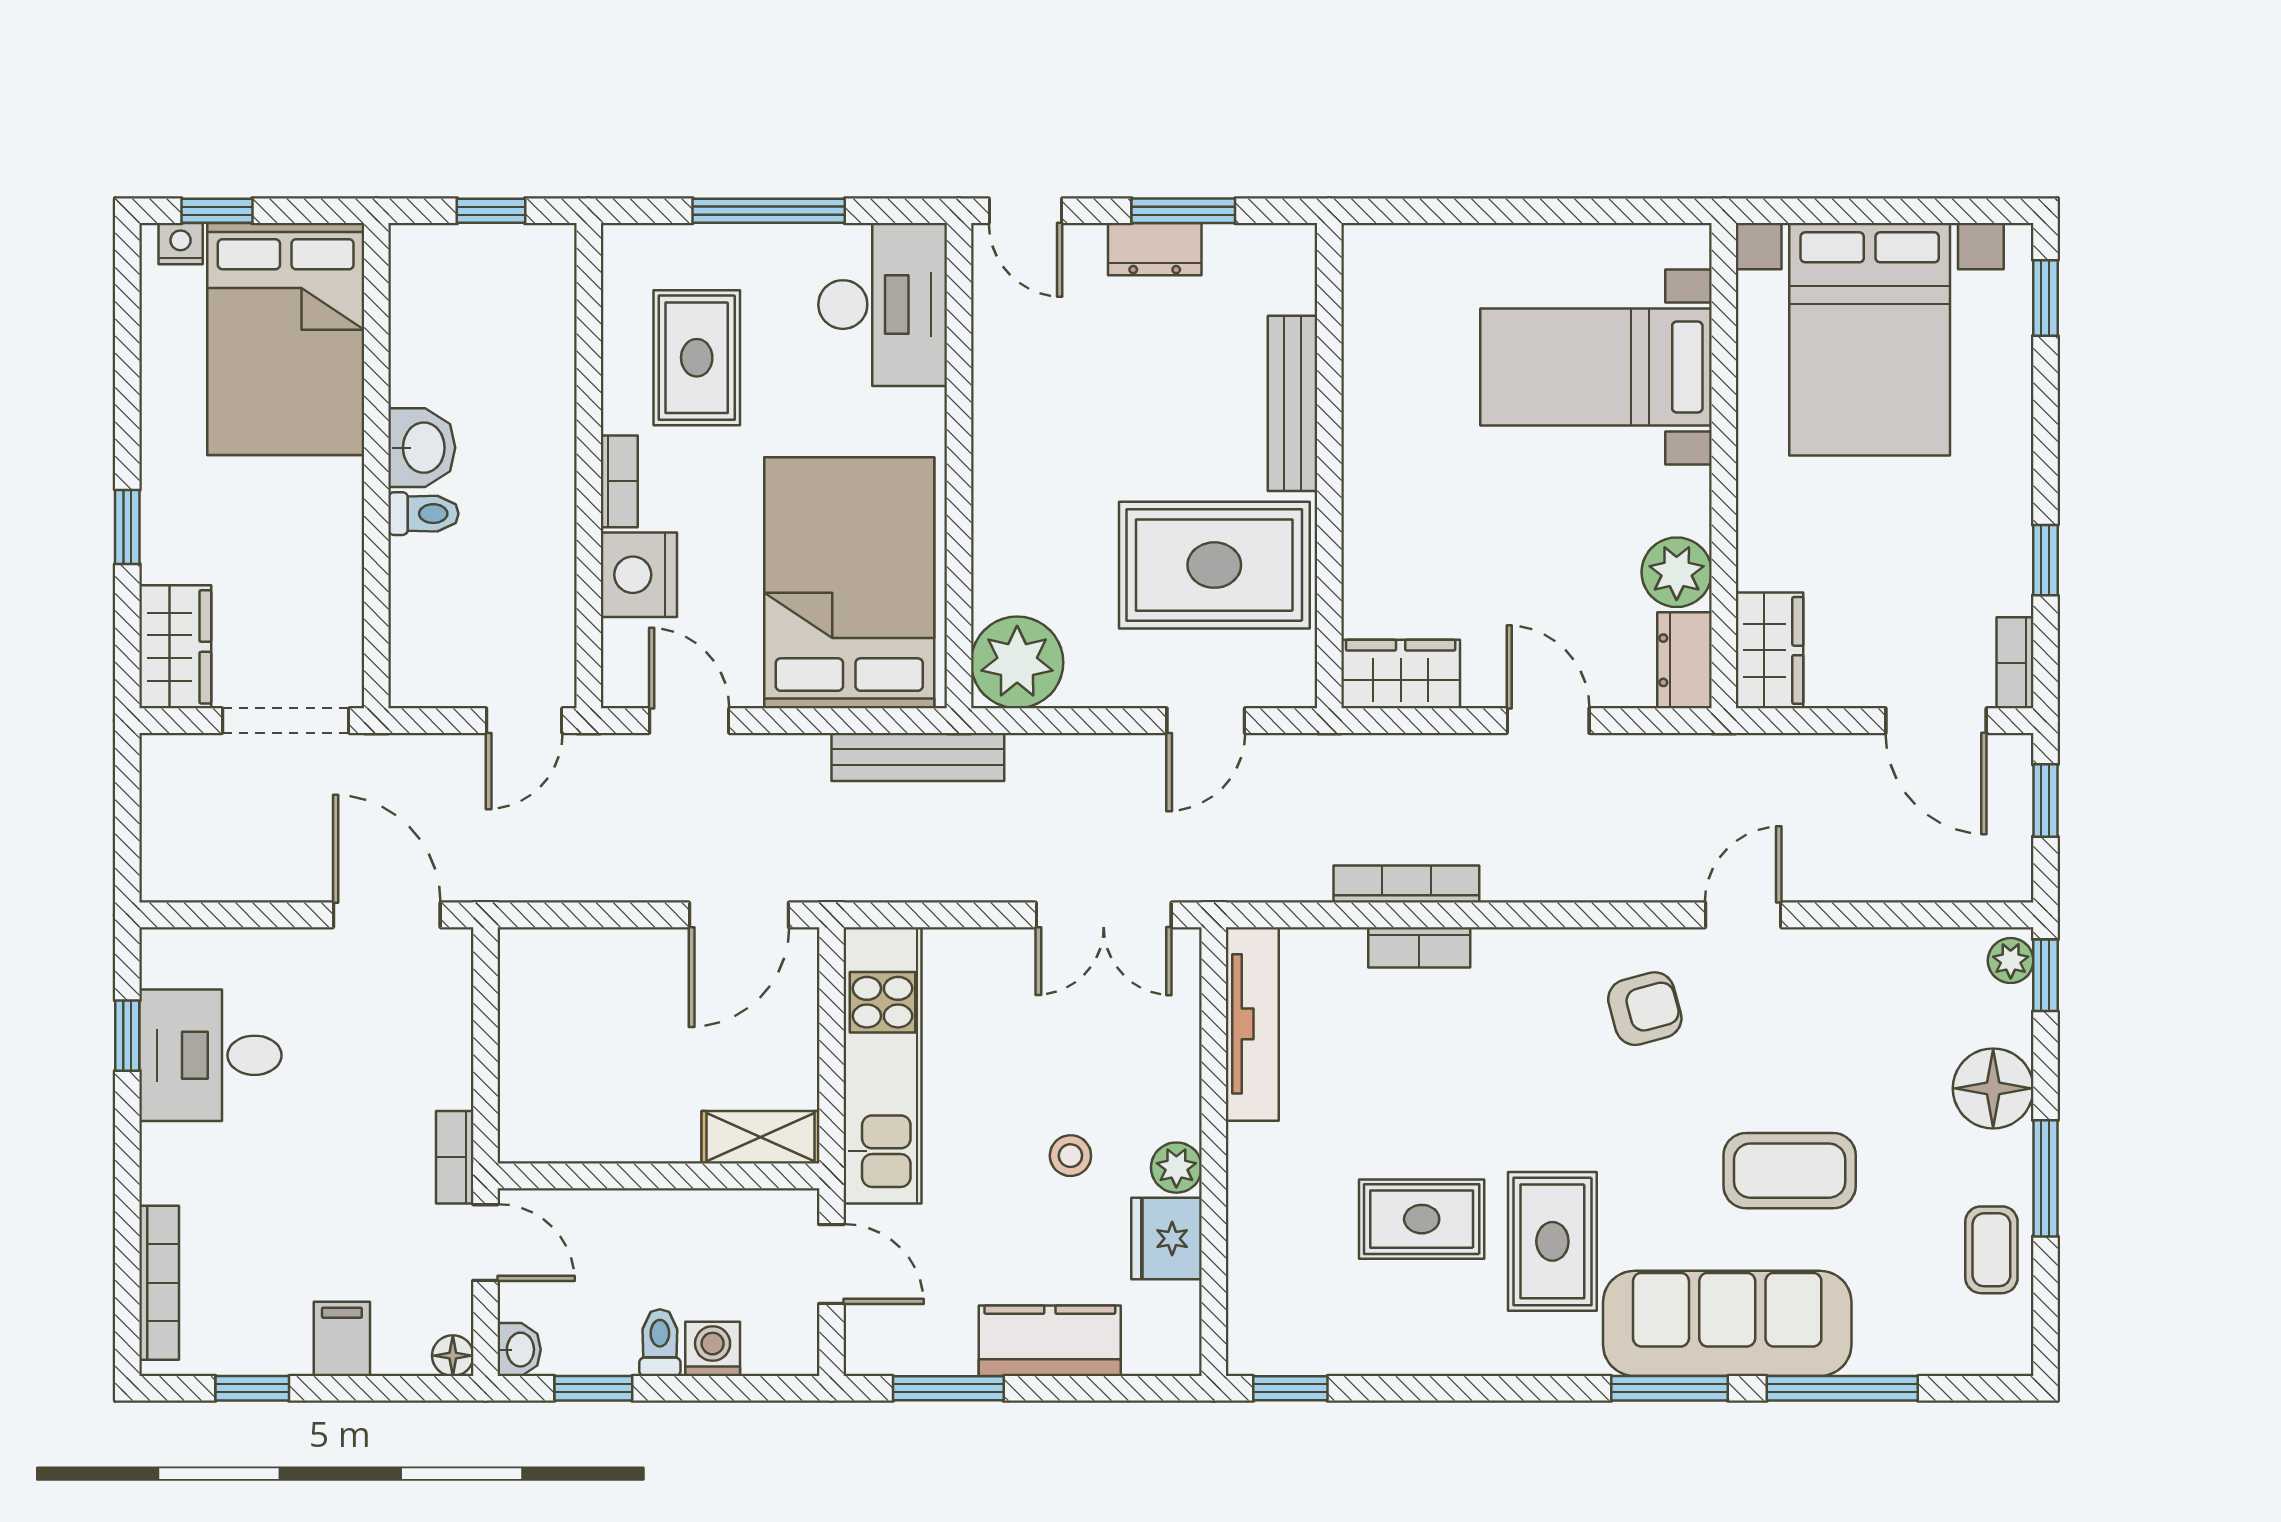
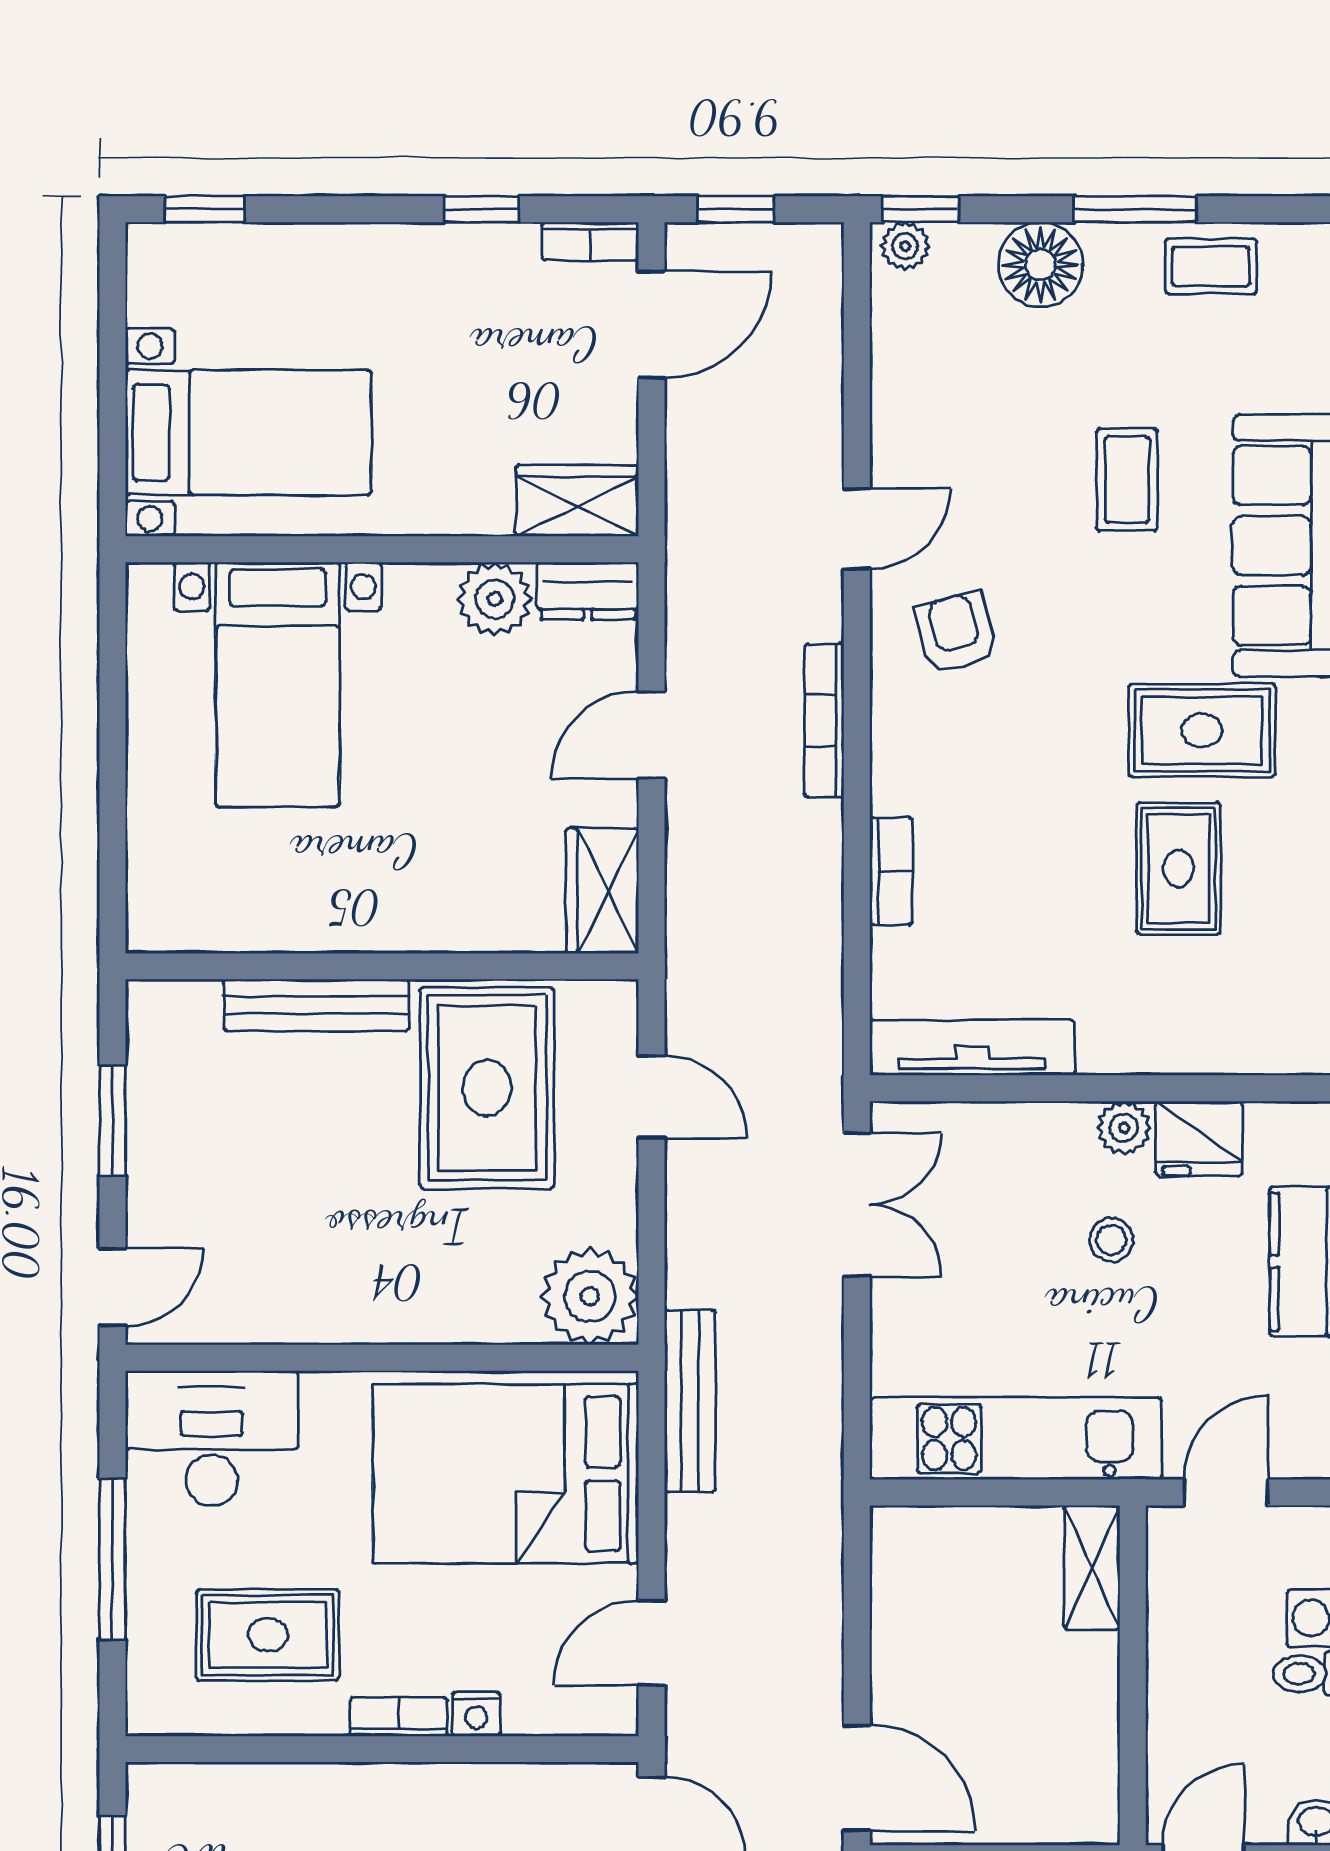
dresser: (1155, 249) -> (153, 1151), removed
bed with nightstands: (1870, 339) -> (248, 432), width x0.73
nightstand: (639, 575) -> (476, 1714), width x0.53, depth x0.56
bookcase: (1406, 884) -> (824, 720), moved
door: (739, 915) -> (857, 1778), moved
door: (1743, 915) -> (857, 529), swing flipped
coffee table: (1790, 1171) -> (1127, 480), width x0.73, depth x0.77

